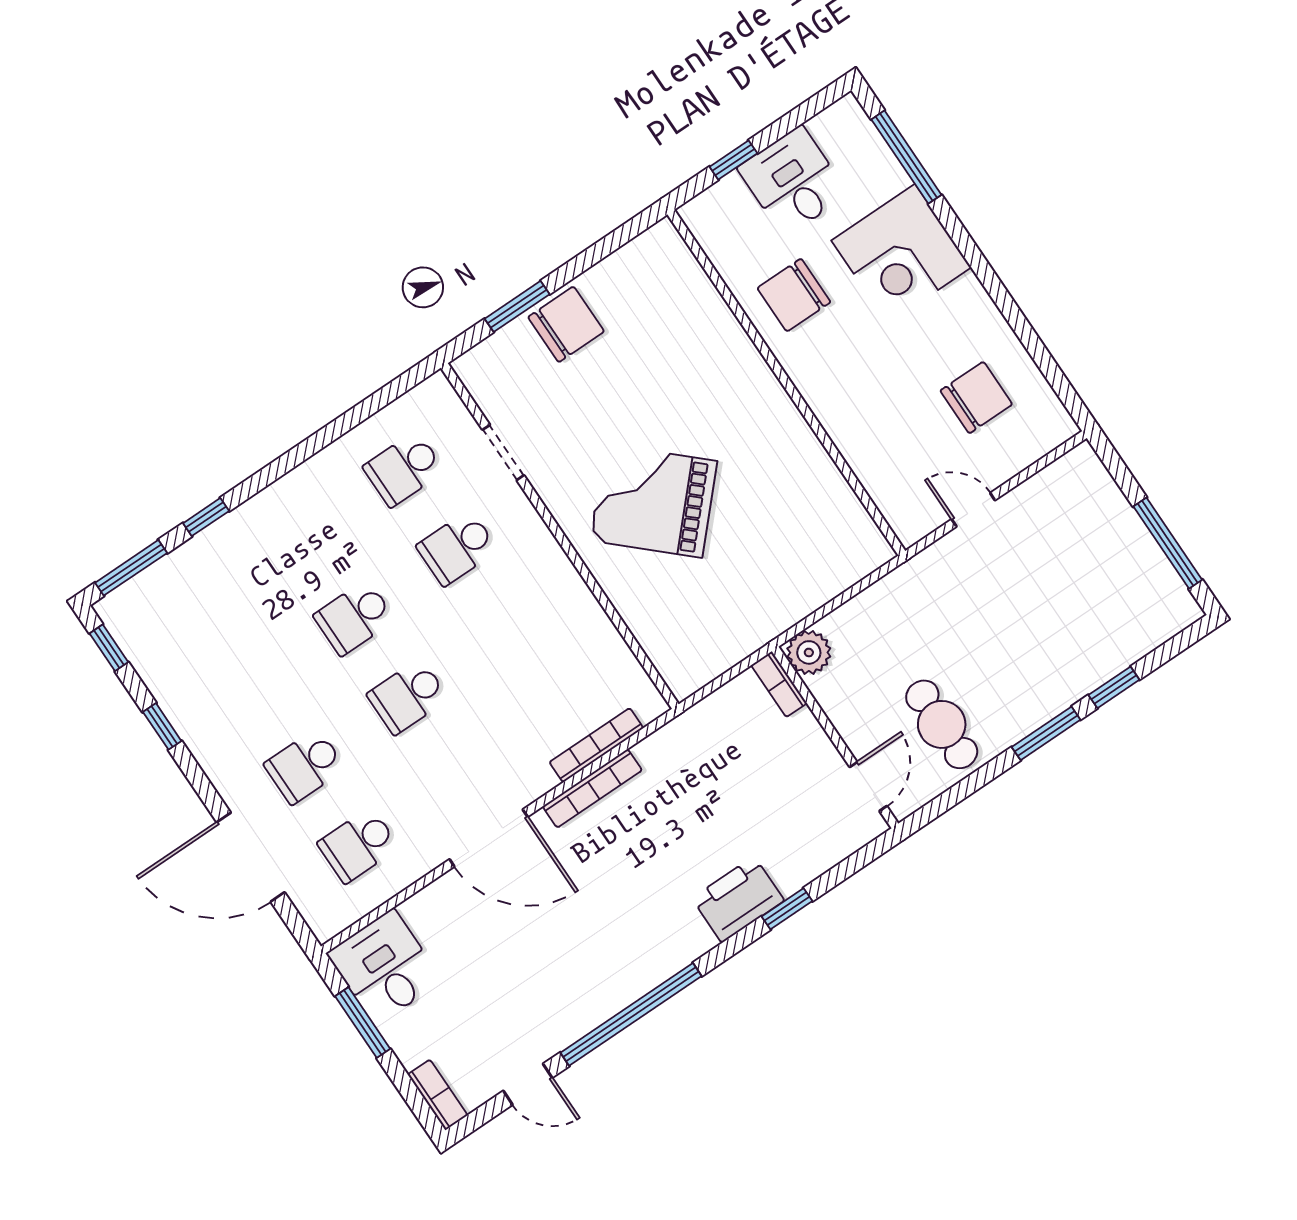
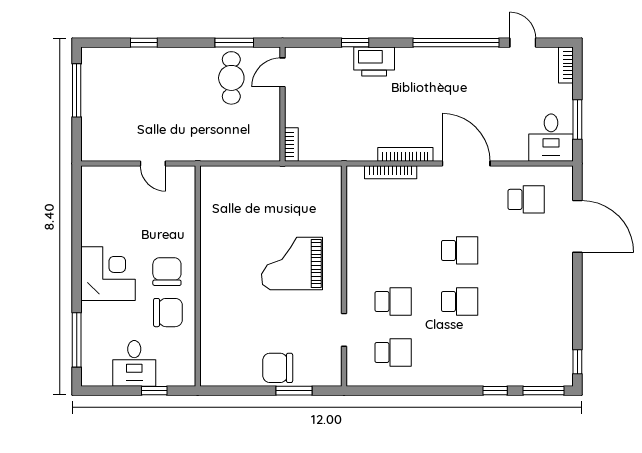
corner desk: (901, 254) -> (108, 274), moved
chair: (976, 397) -> (167, 272), moved, turned 90
grand piano: (654, 501) -> (292, 263), turned 137
plant: (809, 652) -> (269, 150), removed
window: (162, 726) -> (577, 311), removed
window: (1046, 733) -> (234, 43), moved
school desk: (305, 766) -> (526, 250), removed

